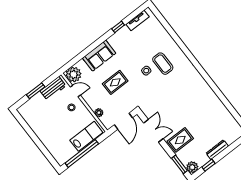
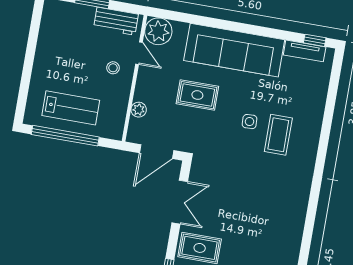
window: (118, 27) -> (315, 40), moved
sofa: (99, 56) -> (234, 50), width x1.85, depth x1.27
lab bench: (86, 136) -> (71, 108), moved

